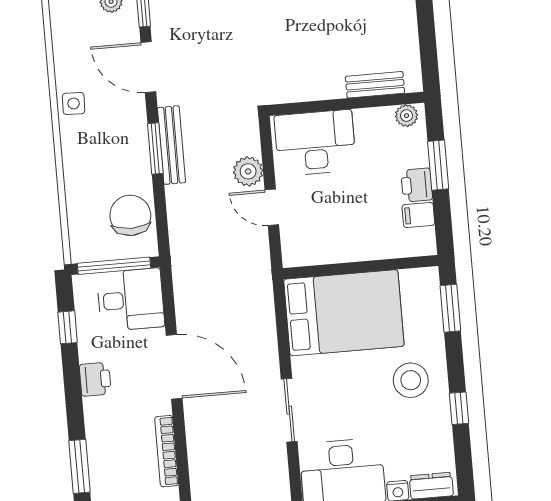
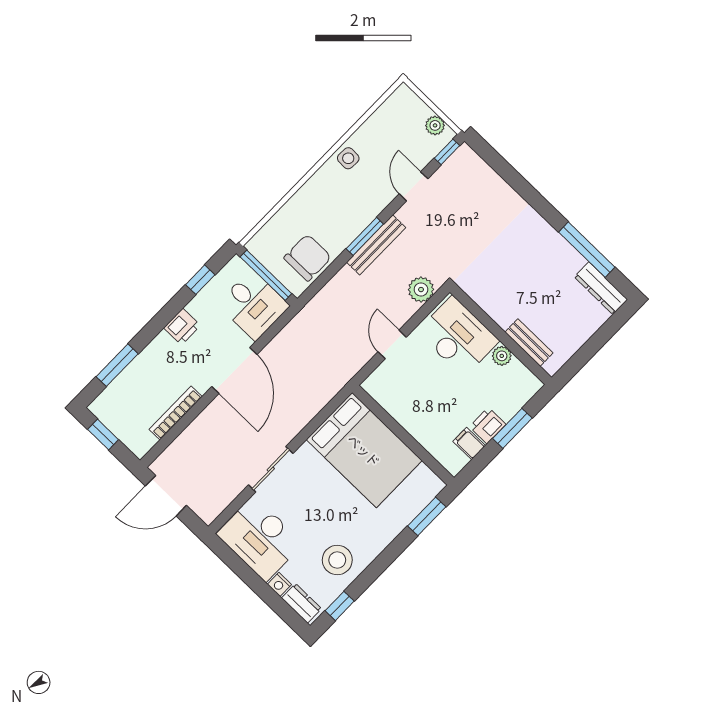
door: (148, 67) -> (414, 186), width x0.73
plant: (407, 116) -> (502, 356), moved
plant: (248, 171) -> (421, 290), moved
stool: (411, 380) -> (337, 560), moved
window: (459, 408) -> (340, 606), moved

